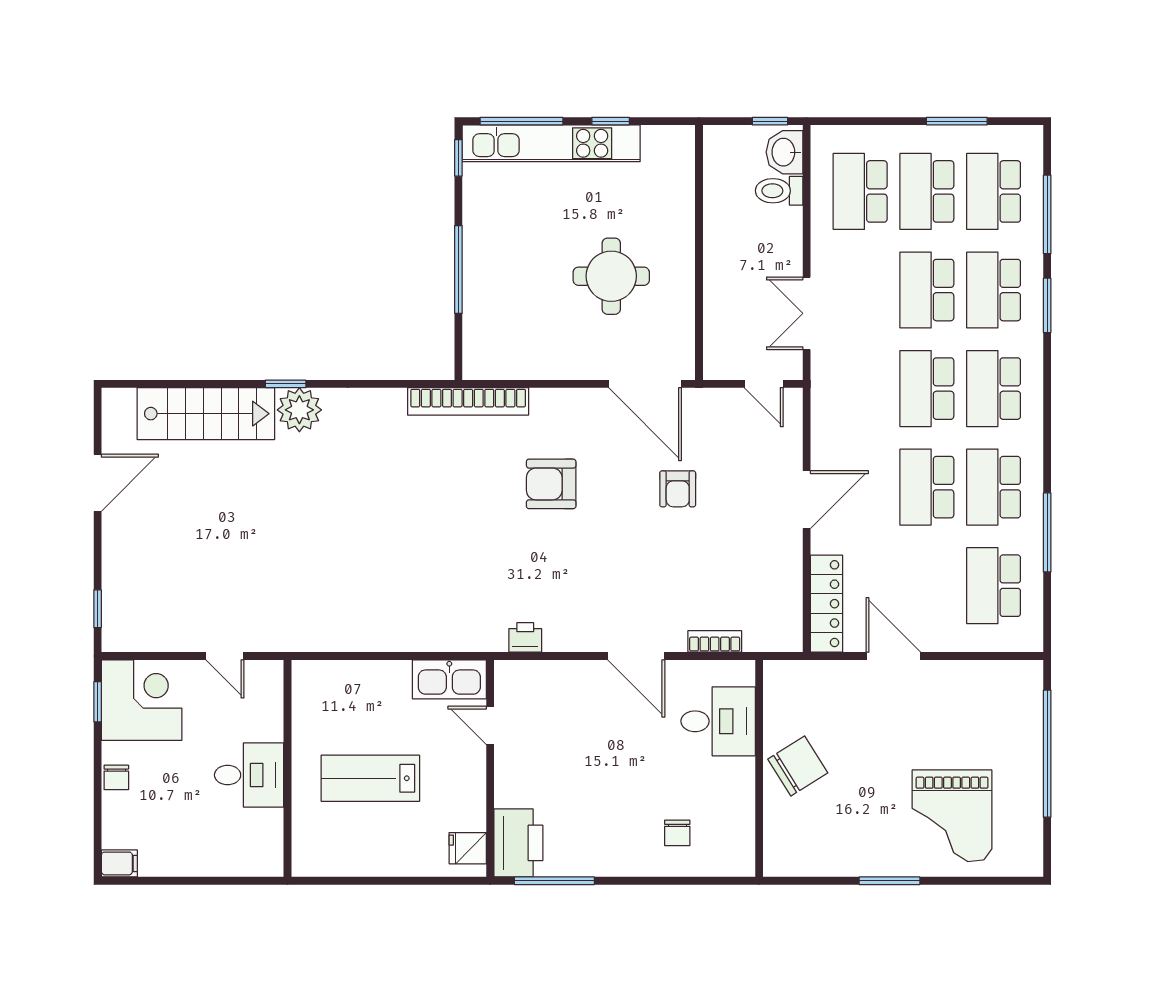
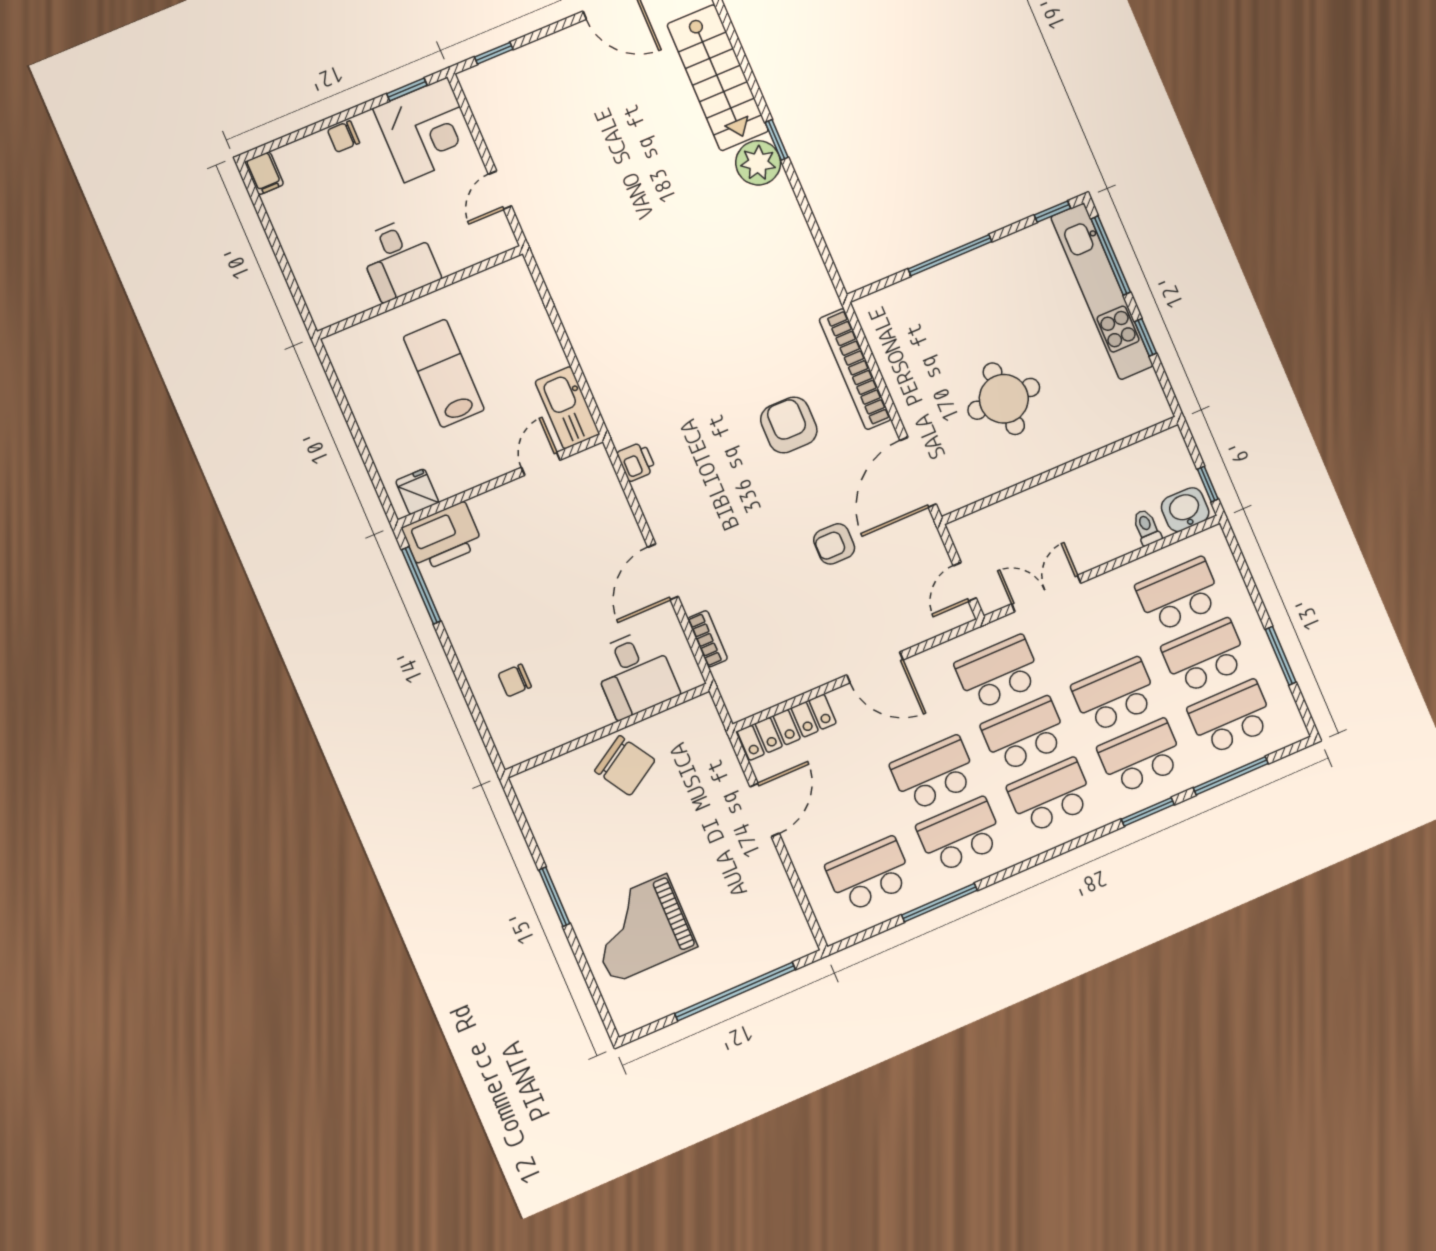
toilet: (779, 191) -> (1147, 527), width x0.73, depth x0.72
school desk: (860, 389) -> (998, 673), added
bookcase: (468, 401) -> (855, 369), moved

